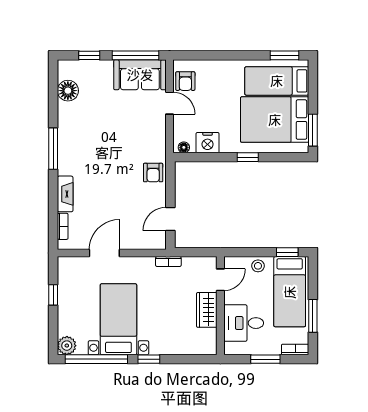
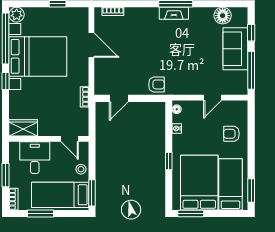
sofa: (140, 75) -> (235, 49), moved
armchair: (185, 81) -> (232, 134), moved
nightstand: (208, 143) -> (177, 128), width x0.53, depth x0.56
armchair: (153, 173) -> (156, 84), turned 180
fireplace: (65, 194) -> (174, 13), moved
door: (170, 219) -> (119, 98), swing flipped
window: (287, 252) -> (92, 193), width x1.50
wardrobe: (207, 310) -> (23, 128), moved
bed with nightstands: (118, 319) -> (38, 56), width x1.36

